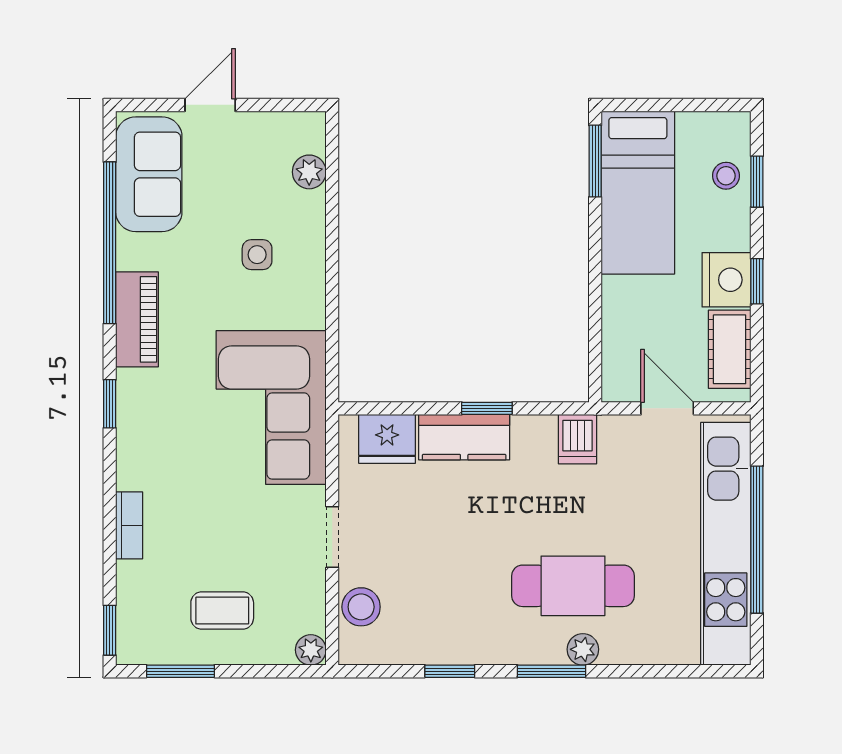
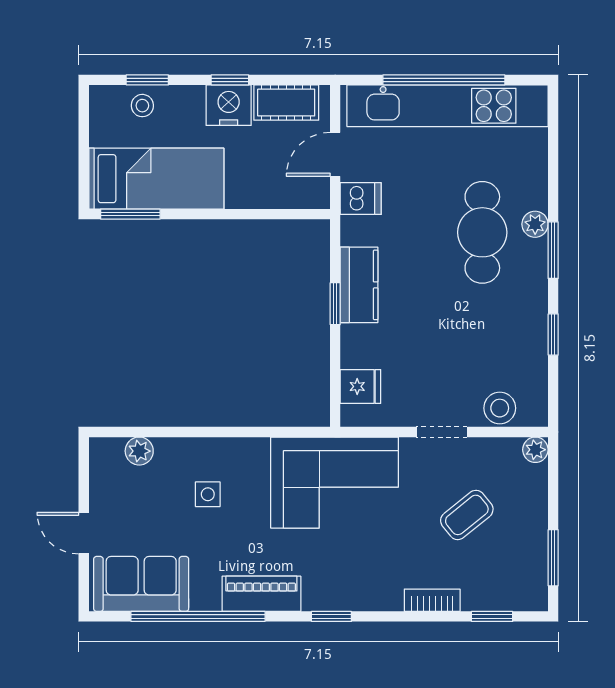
kitchen counter: (464, 437) -> (359, 285), moved
fridge: (387, 439) -> (360, 386), width x0.72
dishwasher: (577, 439) -> (361, 199), moved
coffee table: (222, 610) -> (467, 515), moved, turned 51
window: (110, 630) -> (492, 616), moved

